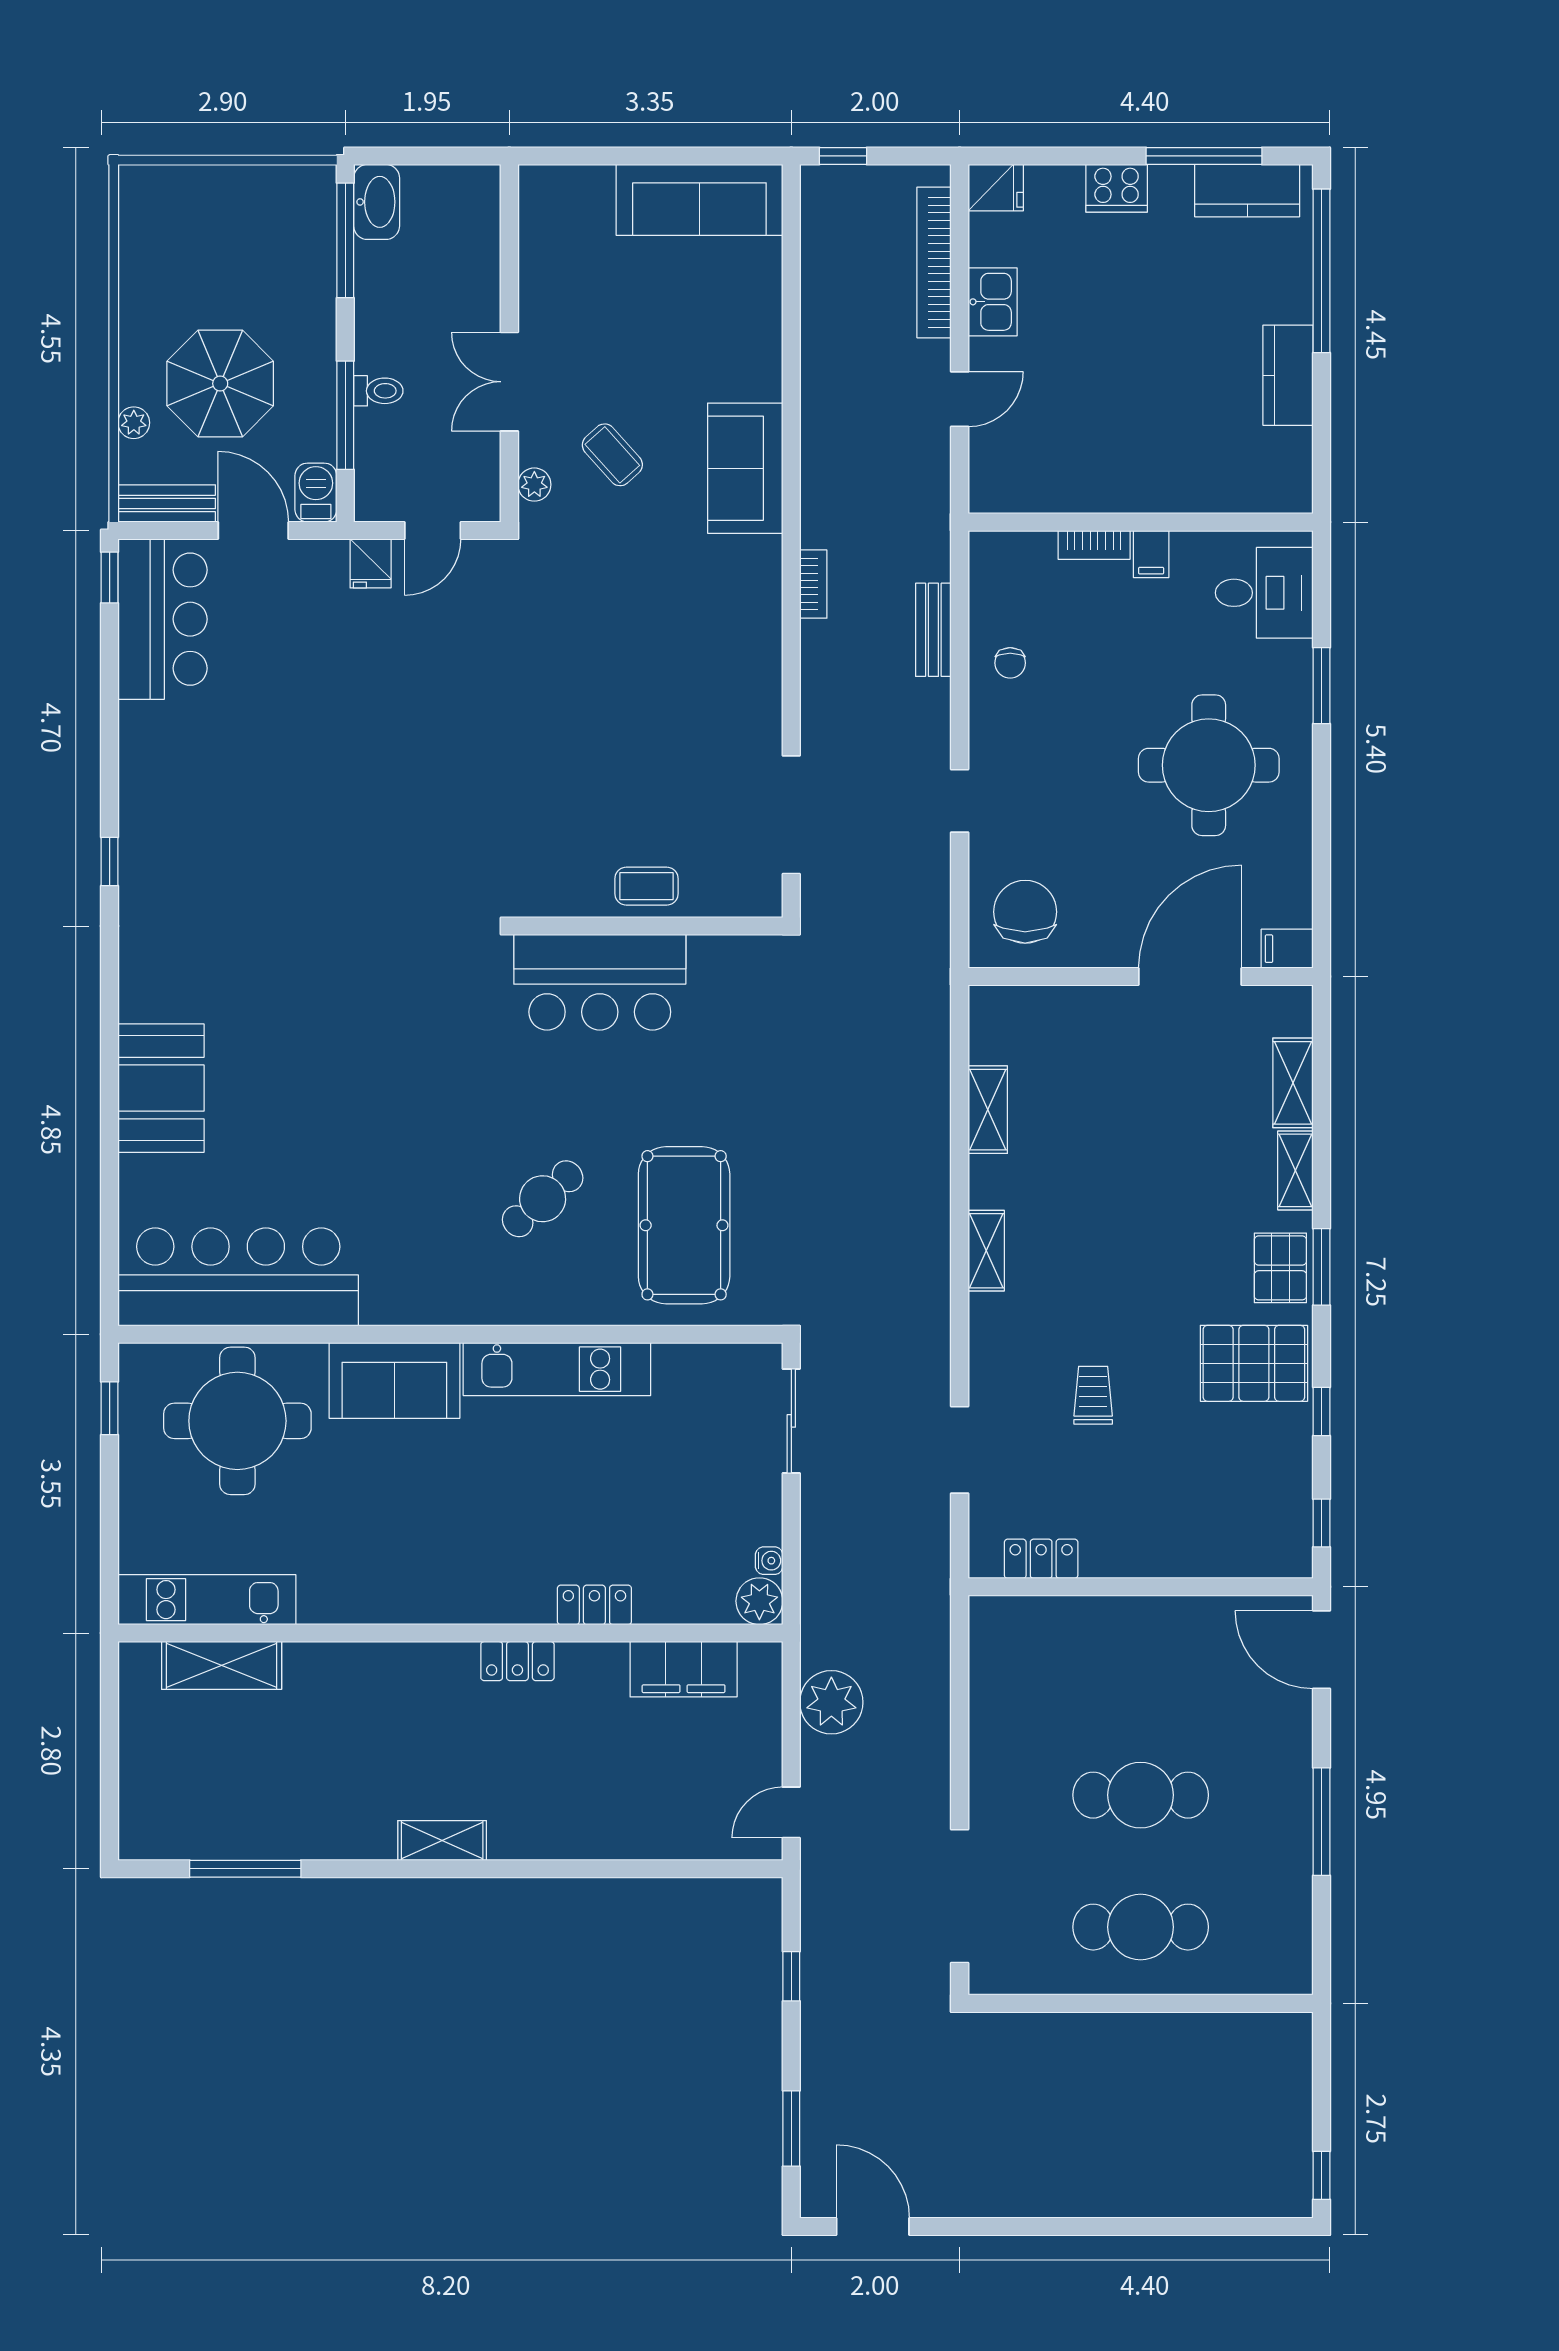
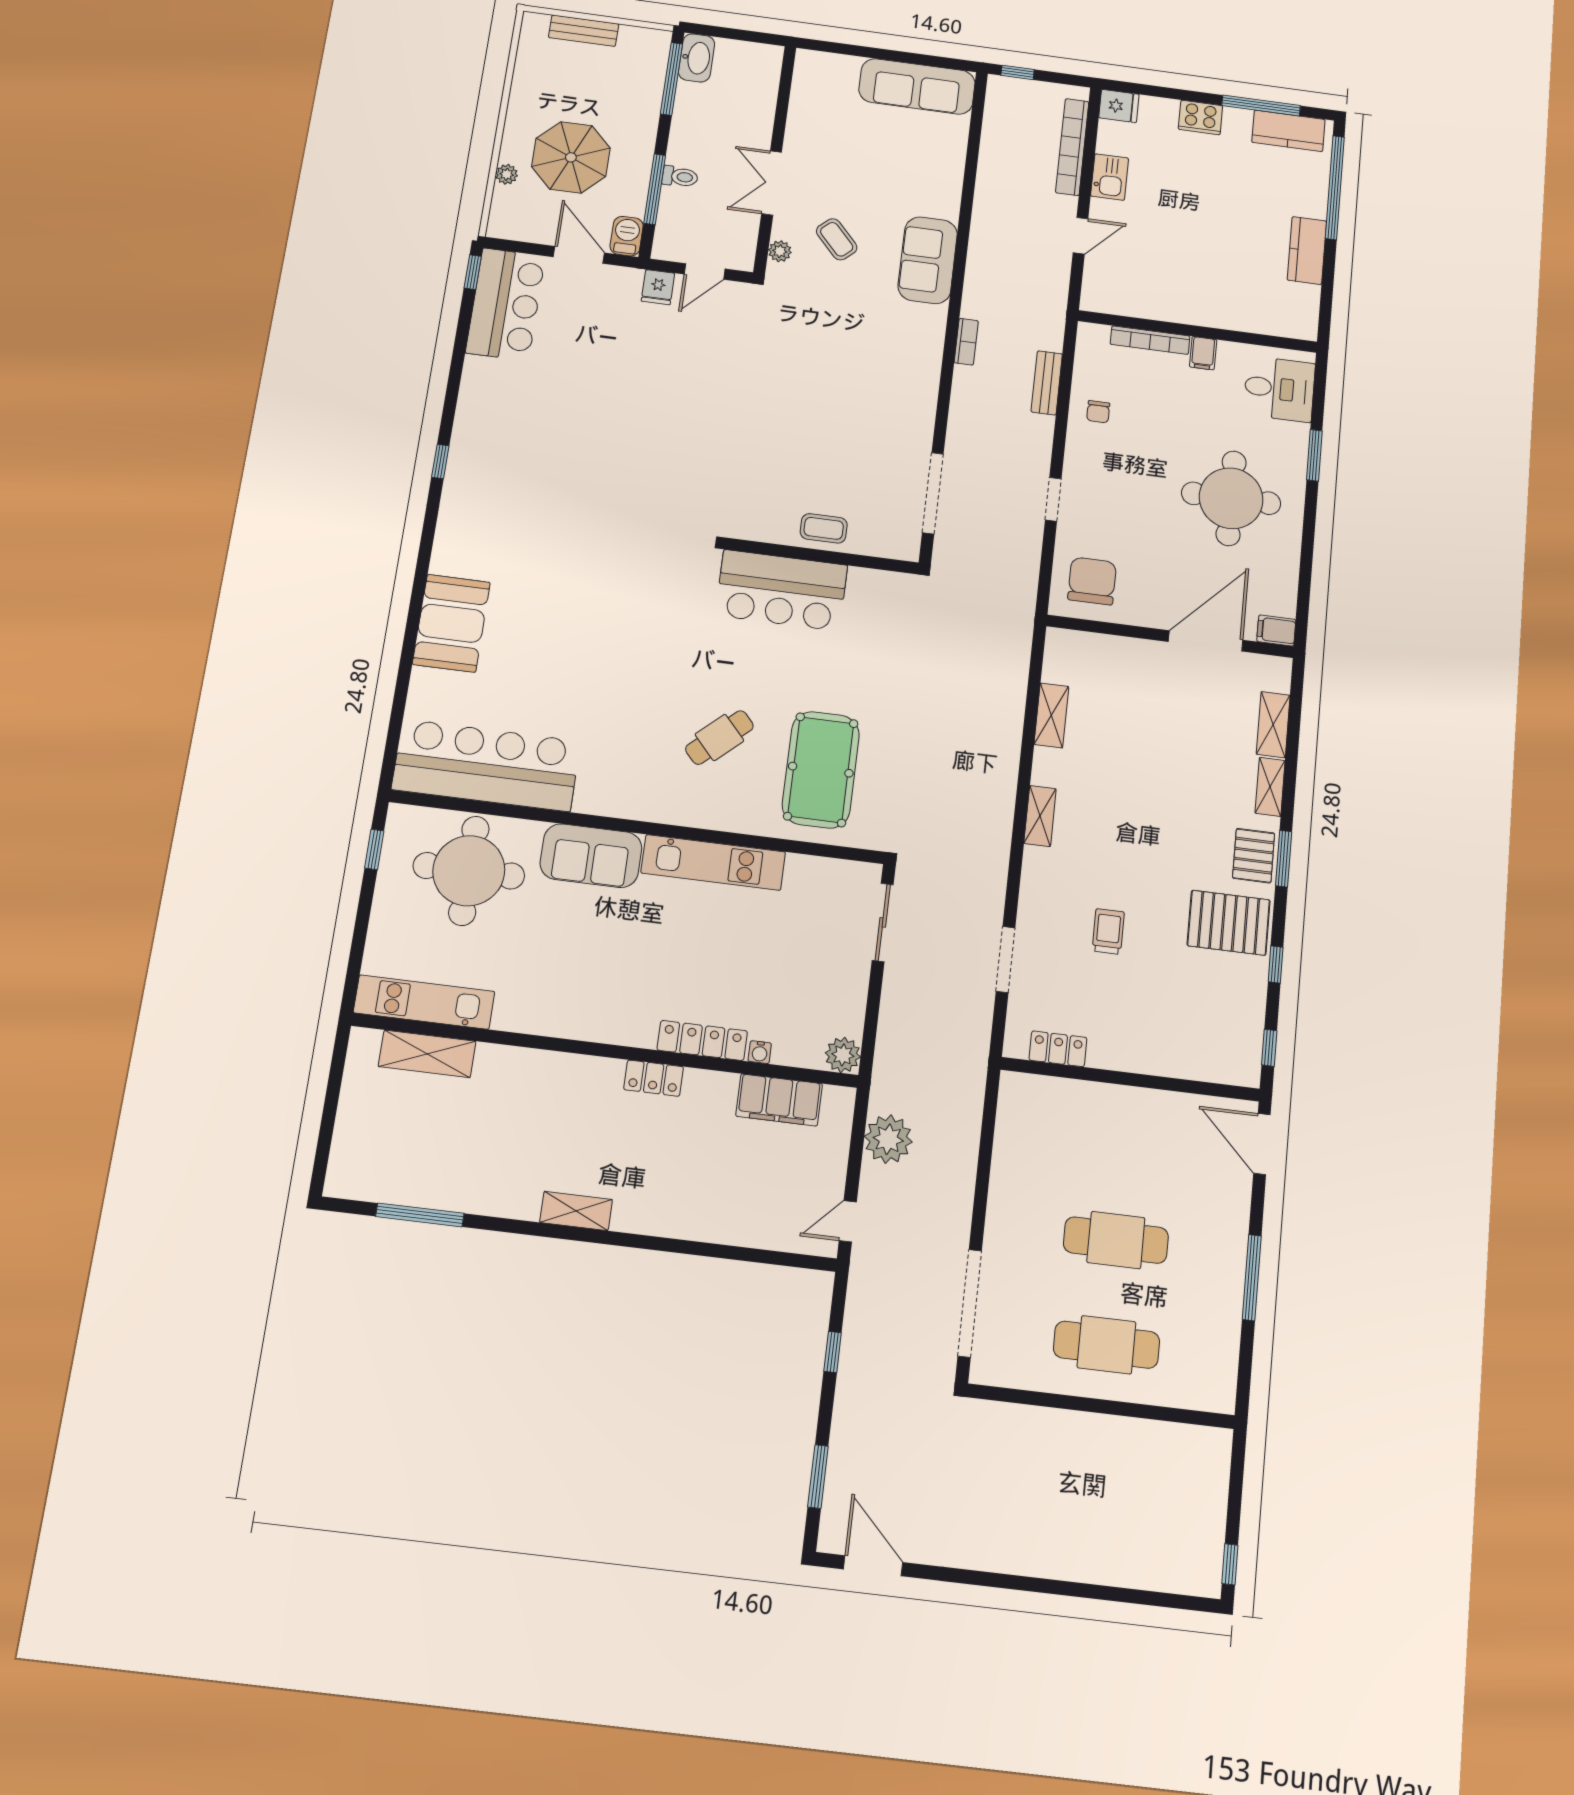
bench: (167, 503) -> (584, 31), moved
bookcase: (1094, 545) -> (1150, 340), width x1.56
water cooler: (769, 1561) -> (760, 1052), moved, turned 90
locker: (594, 1605) -> (702, 1040), width x1.53

